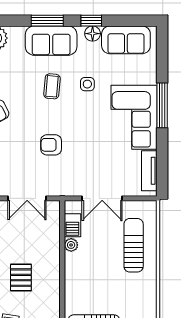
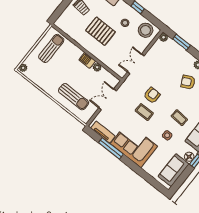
window: (162, 105) -> (111, 148), moved
coffee table: (81, 138) -> (144, 112), added
barbecue: (72, 225) -> (87, 60), moved
pallet: (21, 278) -> (100, 31), width x1.50, depth x1.42

